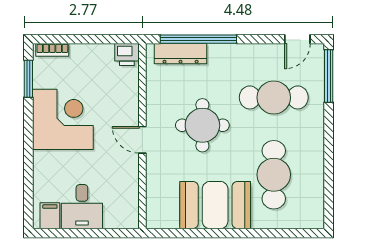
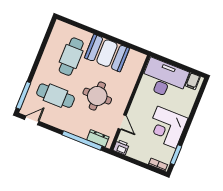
dresser: (181, 54) -> (98, 138), width x0.70
door: (142, 140) -> (122, 122), moved
desk: (82, 207) -> (164, 79), width x1.87, depth x1.30

